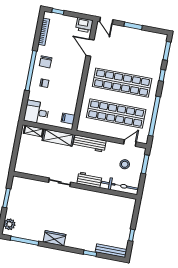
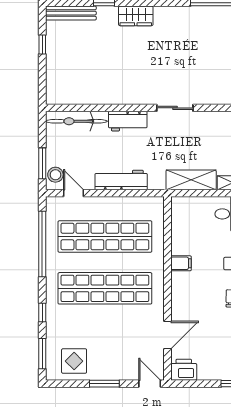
display table: (149, 43) -> (74, 361), added
door: (90, 48) -> (168, 335), hinge flipped
filing cabinet: (68, 119) -> (181, 263), moved
workbench: (90, 143) -> (121, 180), moved
door: (130, 143) -> (74, 193), swing flipped
stool: (125, 164) -> (55, 175), moved
wardrobe: (54, 238) -> (136, 16), moved

